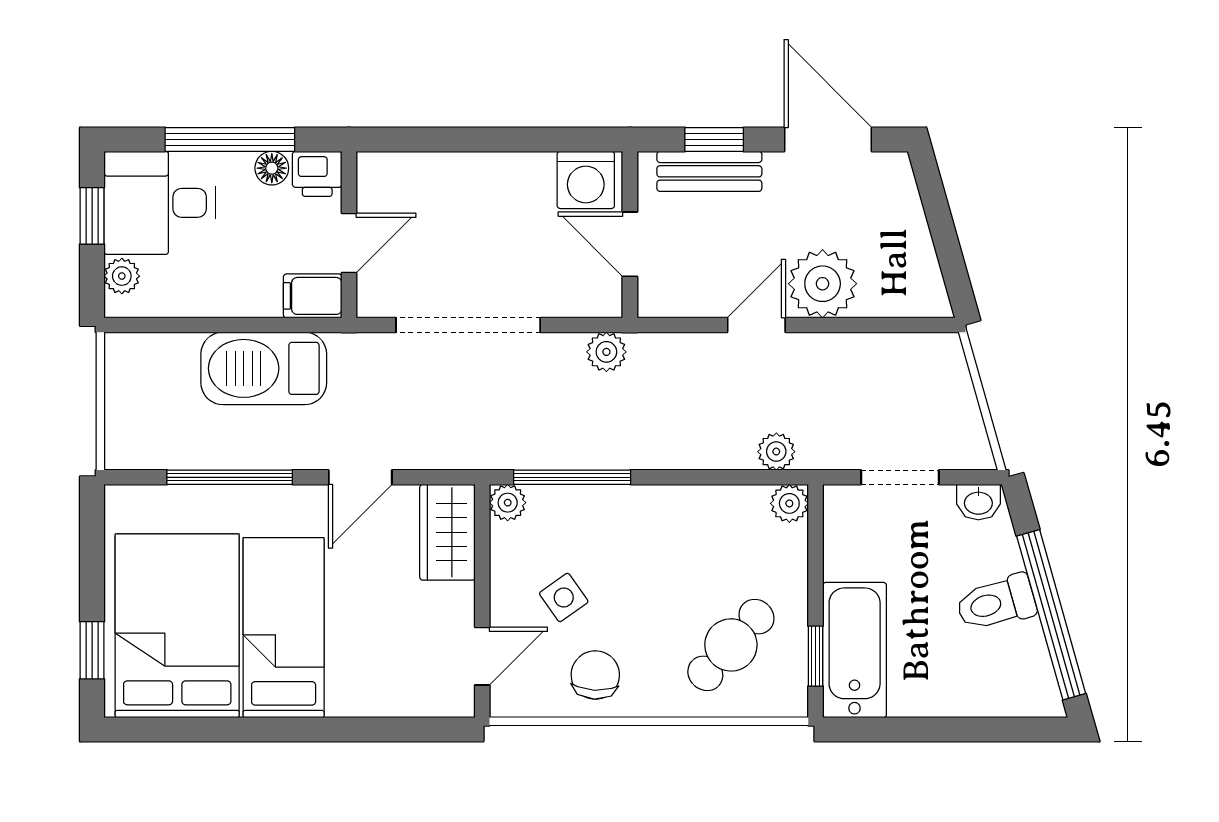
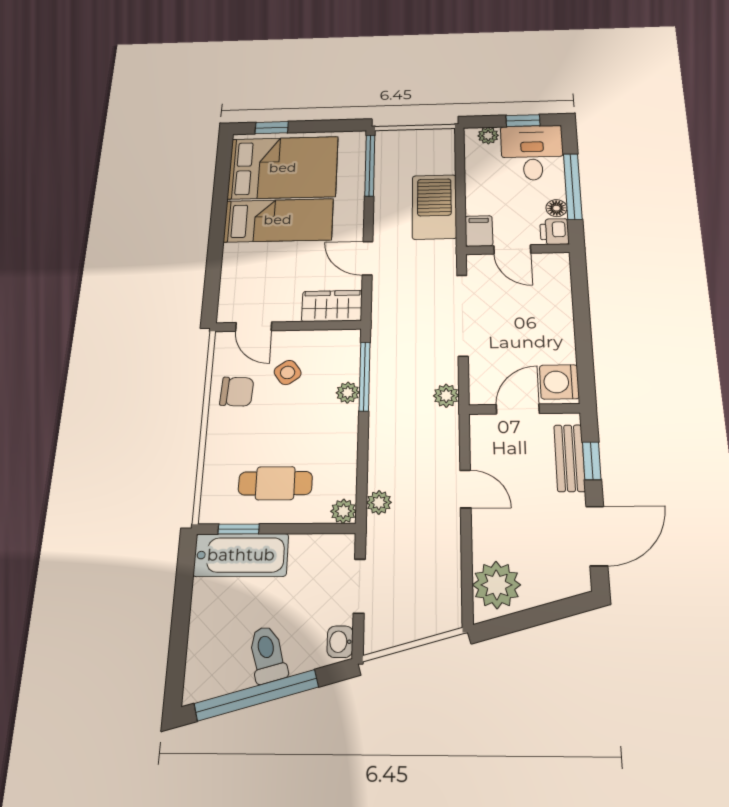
plant: (823, 284) -> (497, 585), moved
window: (230, 477) -> (370, 165), moved
plant: (508, 503) -> (348, 393), moved
cafe table: (731, 645) -> (275, 483), moved, turned -42

